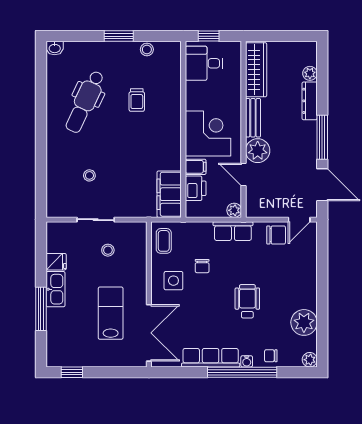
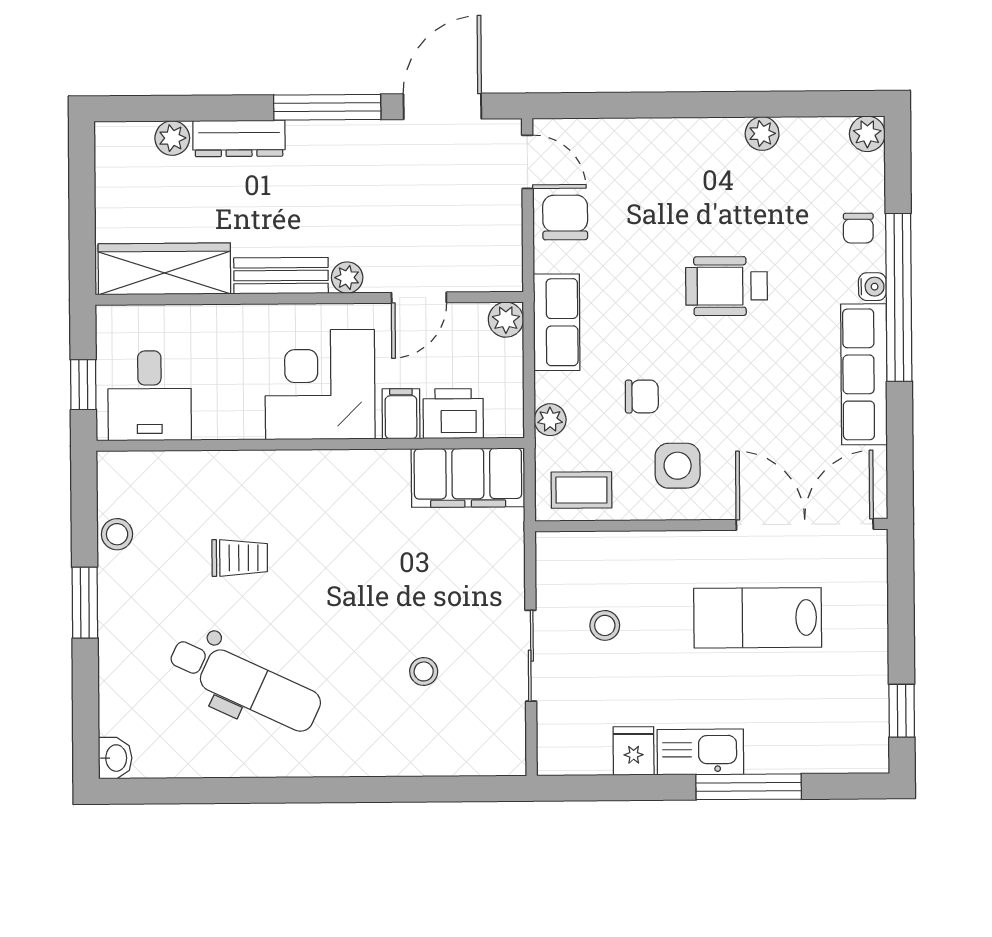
plant: (258, 151) -> (347, 277), width x0.53, depth x0.53
plant: (193, 228) -> (550, 420), added
plant: (304, 322) -> (762, 134), width x0.53, depth x0.53

